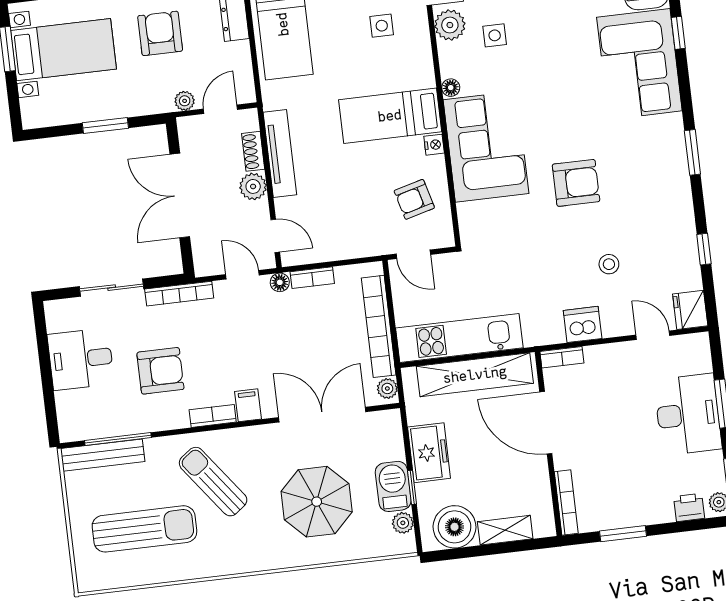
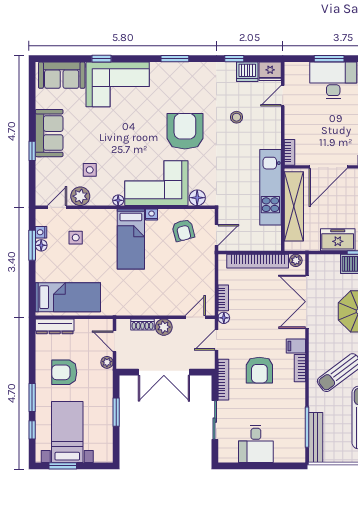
tv unit: (280, 154) -> (146, 308), removed
armchair: (576, 183) -> (185, 131), width x1.36, depth x1.36
floor lamp: (470, 216) -> (197, 198), added
dishwasher: (583, 324) -> (247, 72), moved, turned -90
kitchen unit: (459, 338) -> (270, 187), moved
armchair: (160, 371) -> (259, 370), moved, turned 180

